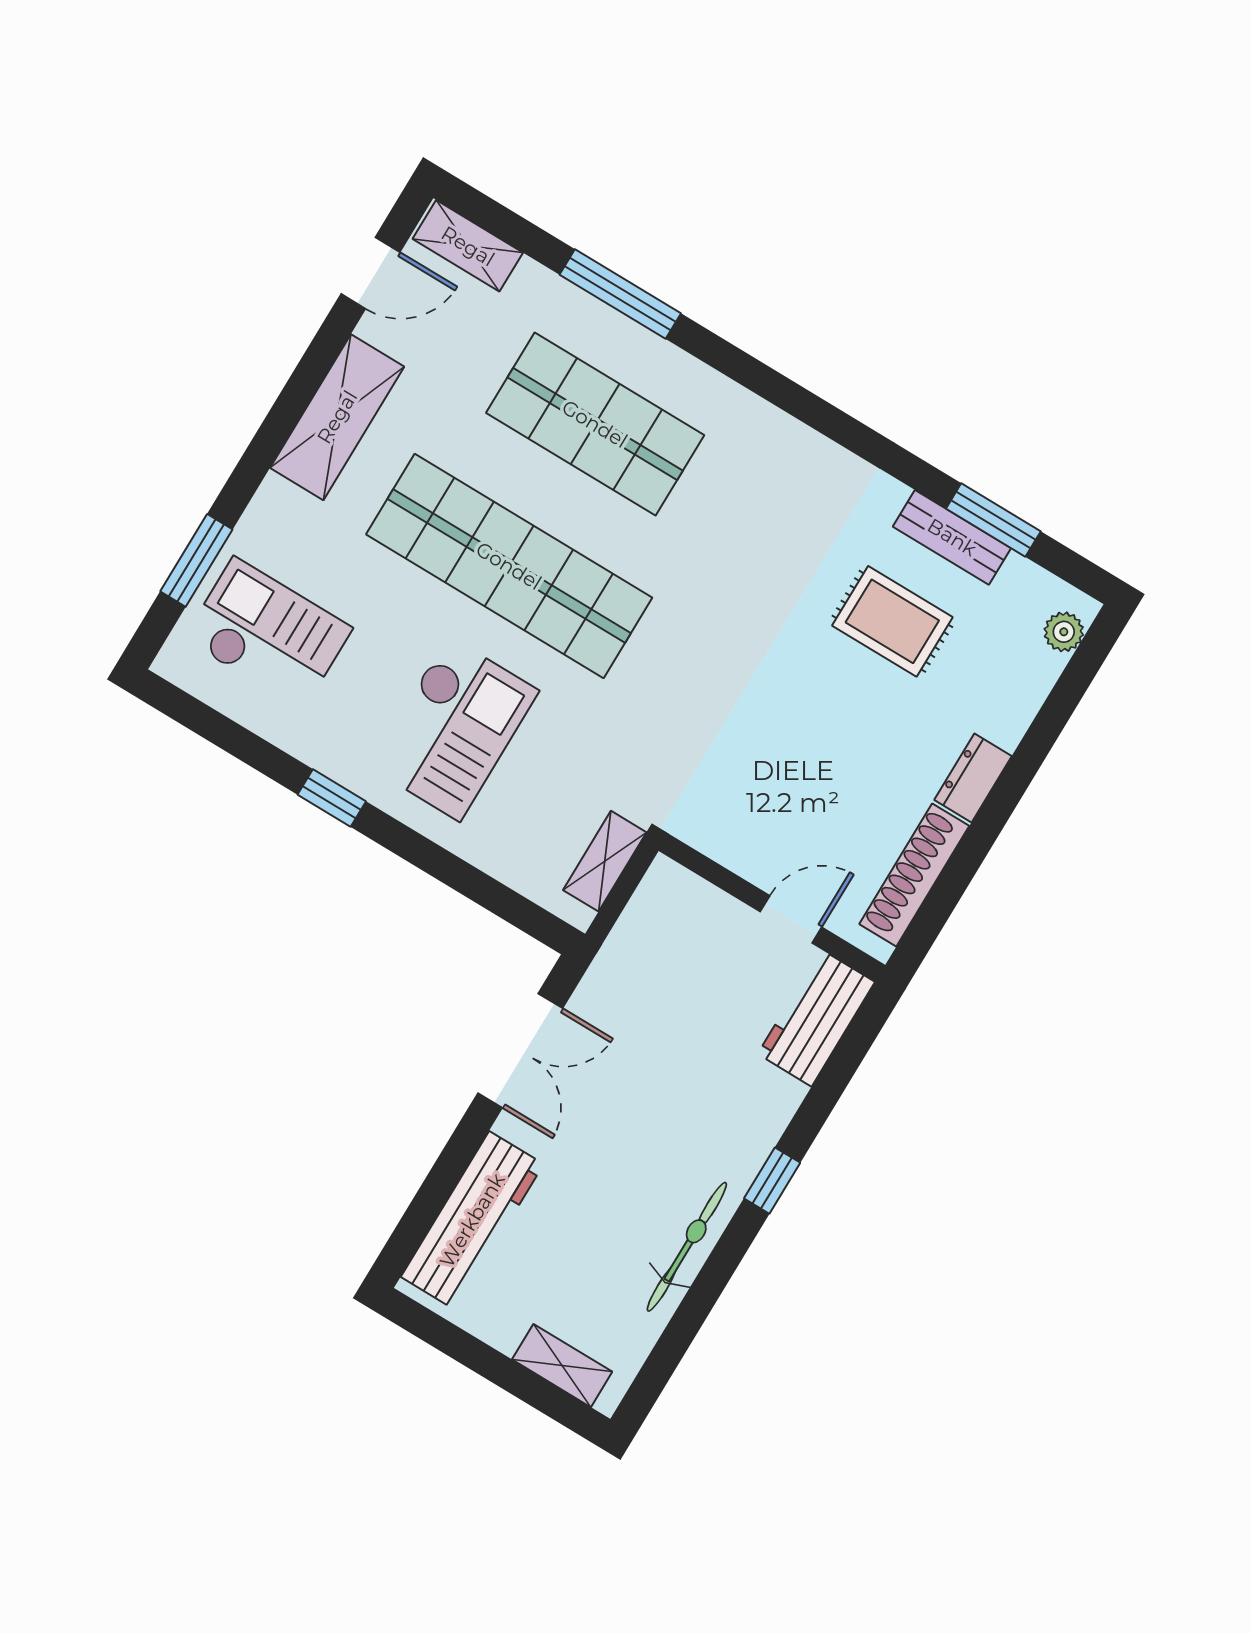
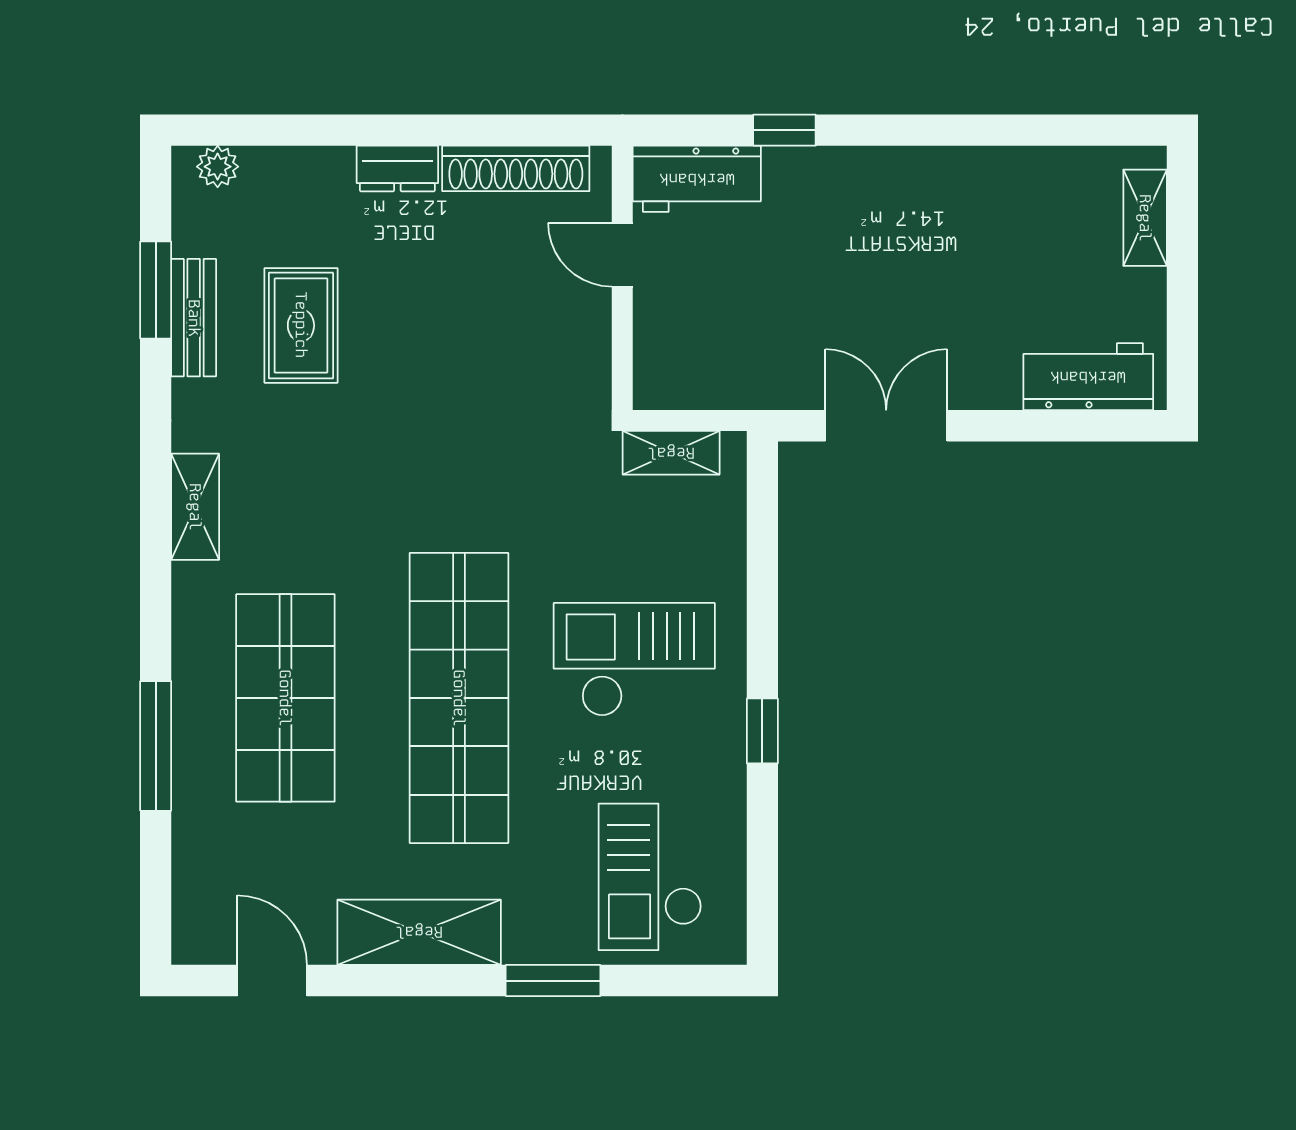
shelving: (468, 246) -> (195, 507), moved
window: (196, 560) -> (553, 981), moved
window: (772, 1181) -> (784, 130), moved
workbench: (472, 1220) -> (1088, 377), width x0.73
bicycle: (687, 1247) -> (971, 171), removed

